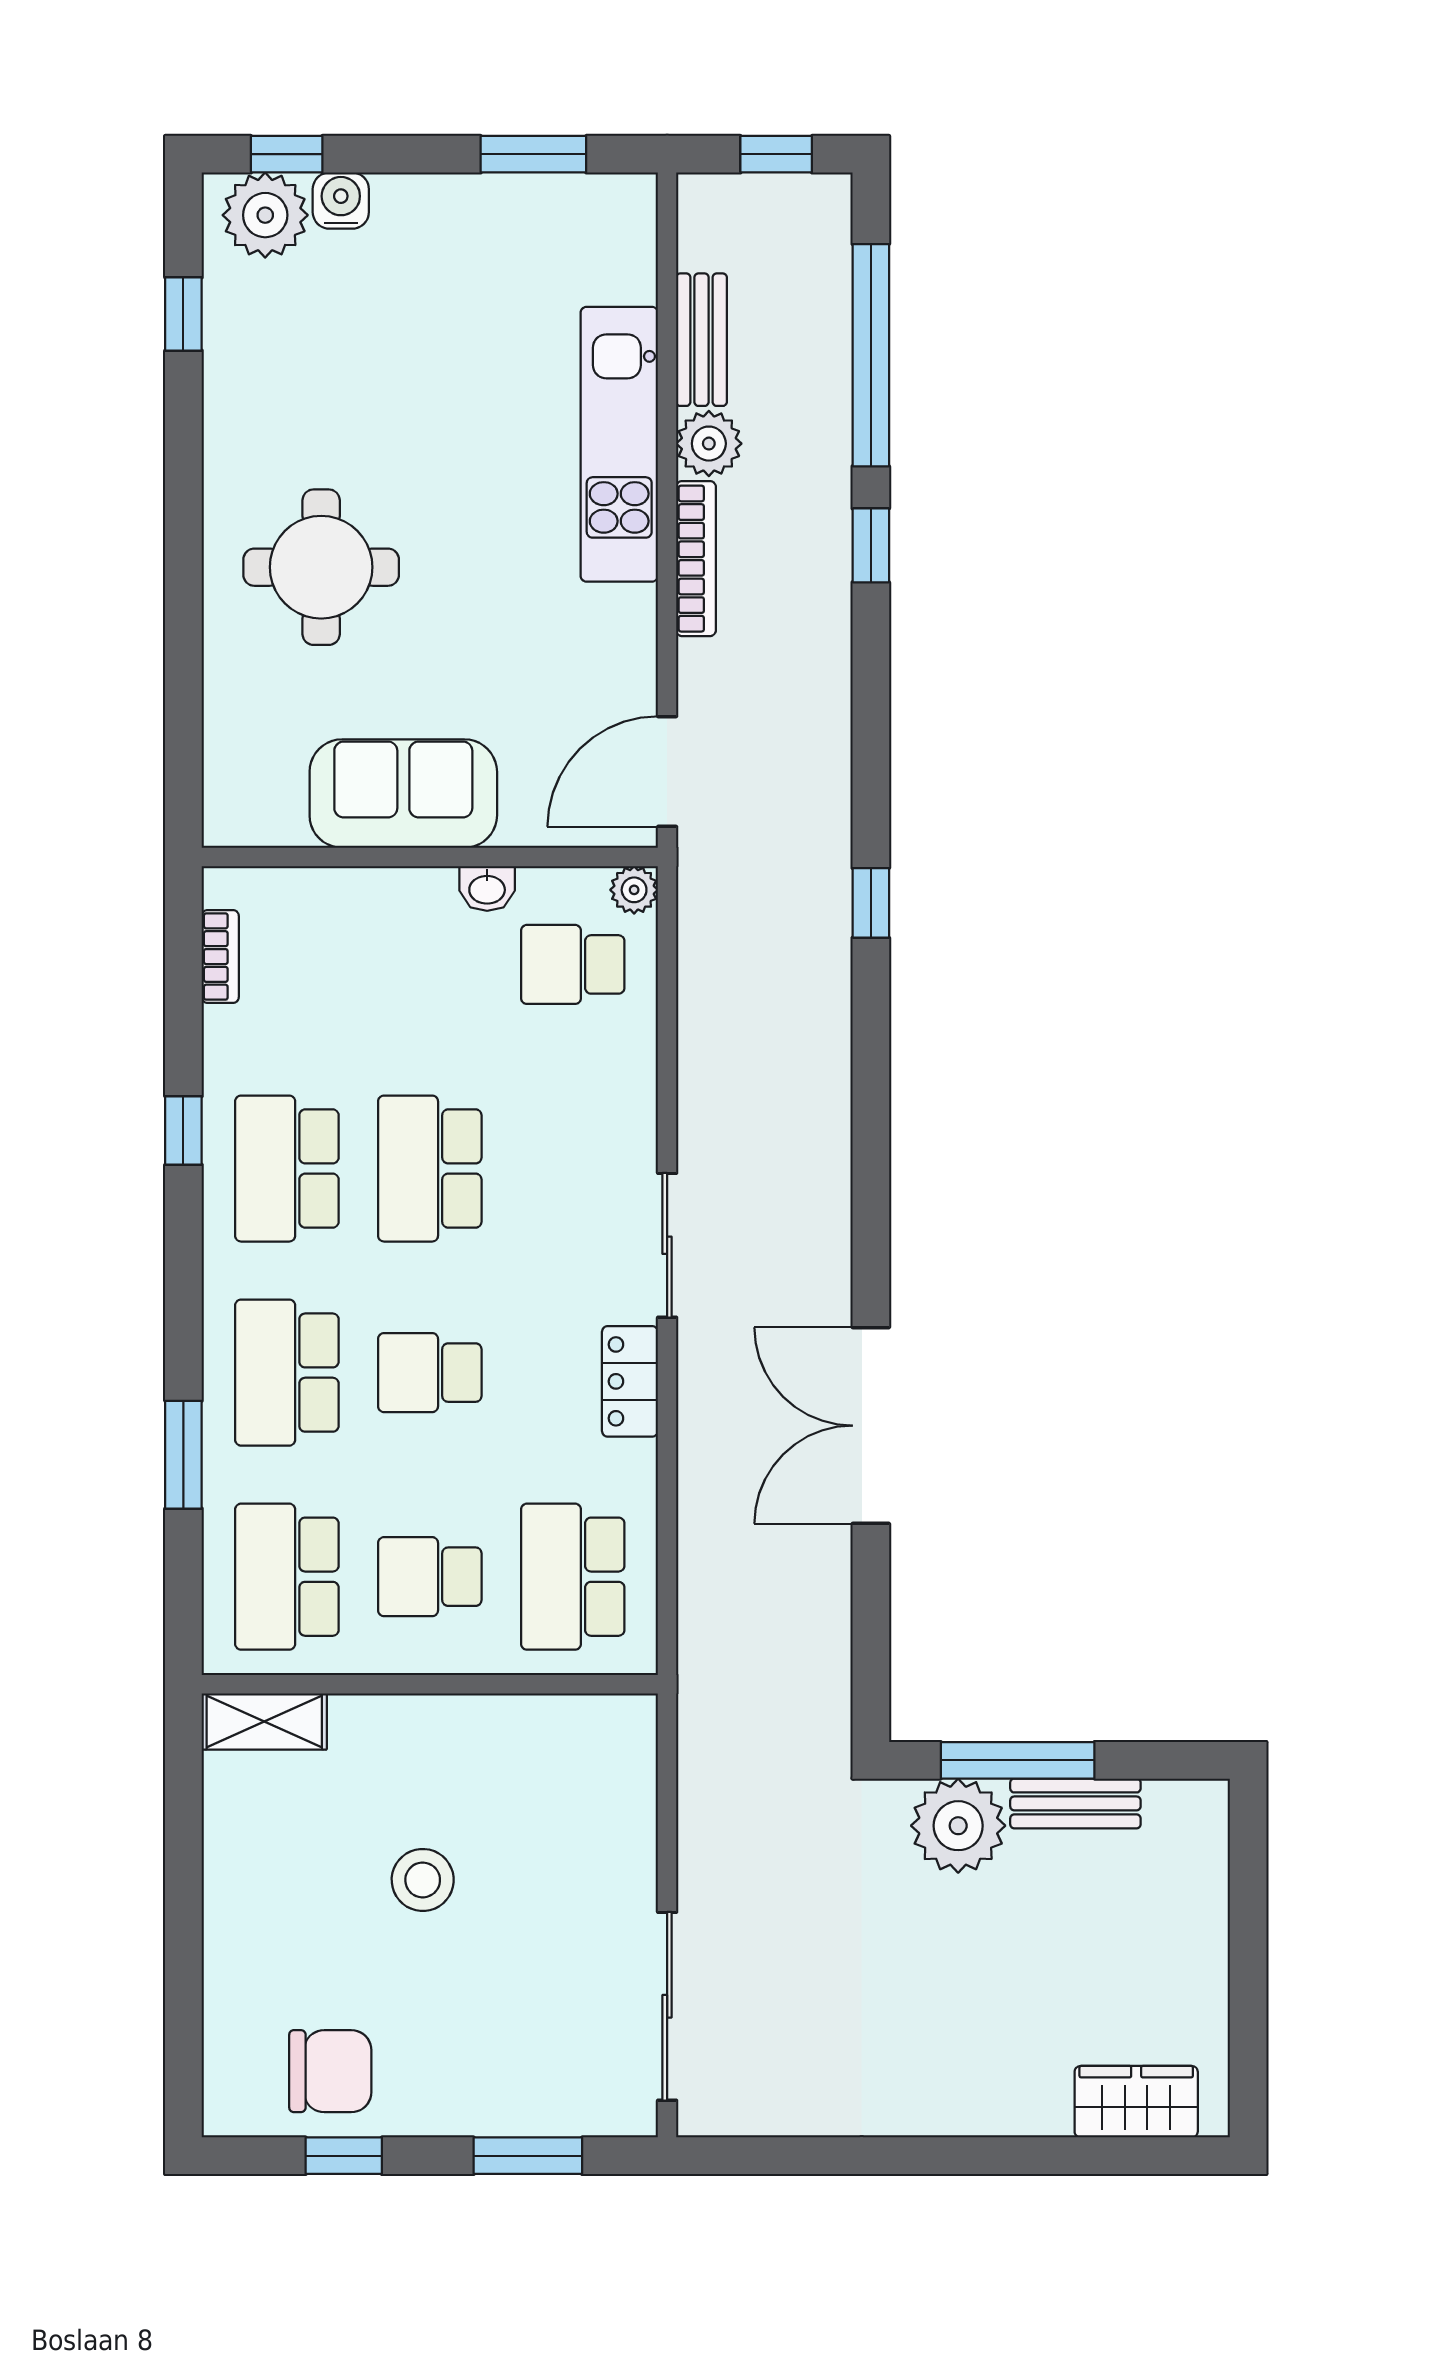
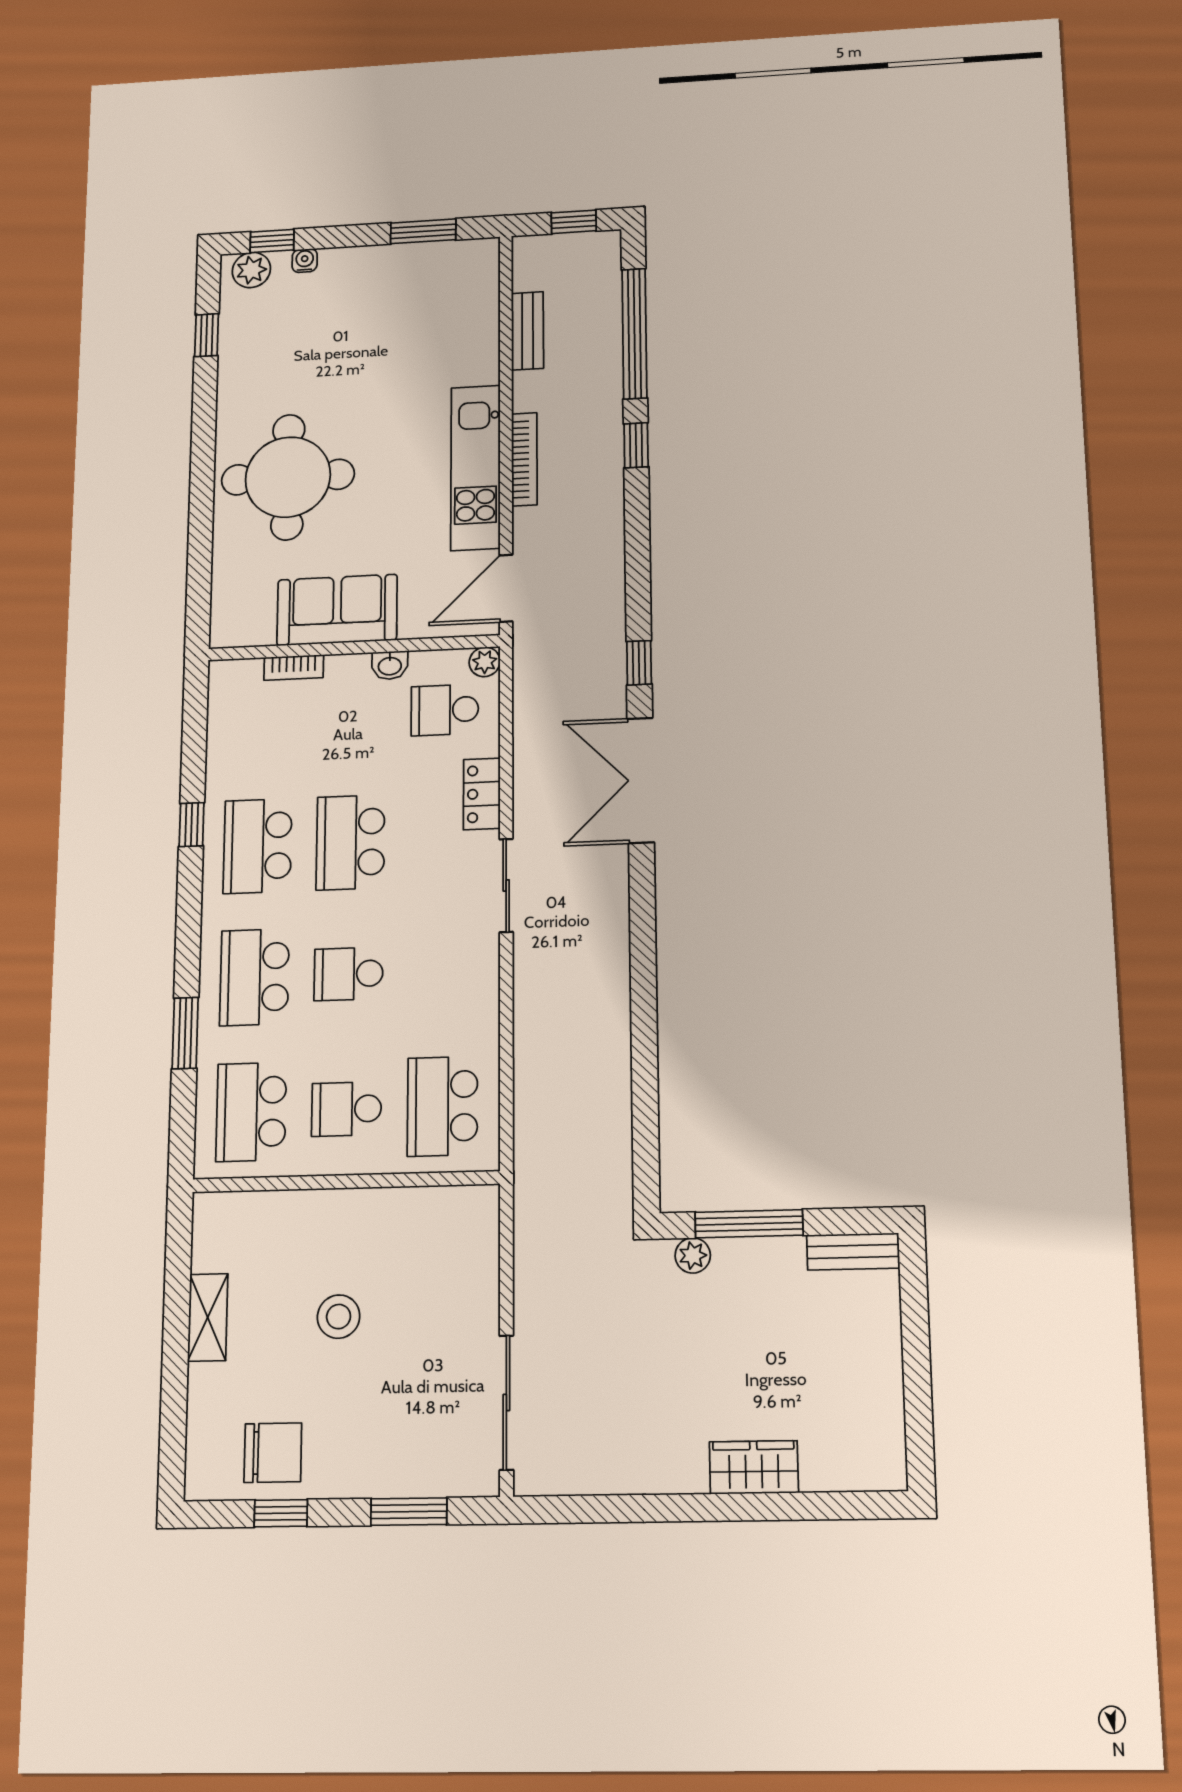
water cooler: (341, 201) -> (305, 261), width x0.72, depth x0.72
plant: (265, 215) -> (251, 270), width x0.73, depth x0.73
kitchen unit: (619, 444) -> (476, 468), moved
plant: (709, 444) -> (532, 391), removed
round table: (321, 567) -> (288, 477), width x1.36, depth x1.36
bookcase: (220, 957) -> (294, 667), moved, turned 90
locker: (630, 1381) -> (482, 794), moved
double door: (871, 1426) -> (641, 780), moved
shelving: (264, 1722) -> (208, 1317), moved, turned 90
bench: (1075, 1803) -> (853, 1252), moved
plant: (958, 1826) -> (693, 1255), width x0.53, depth x0.53
wardrobe: (1136, 2102) -> (754, 1467), moved

